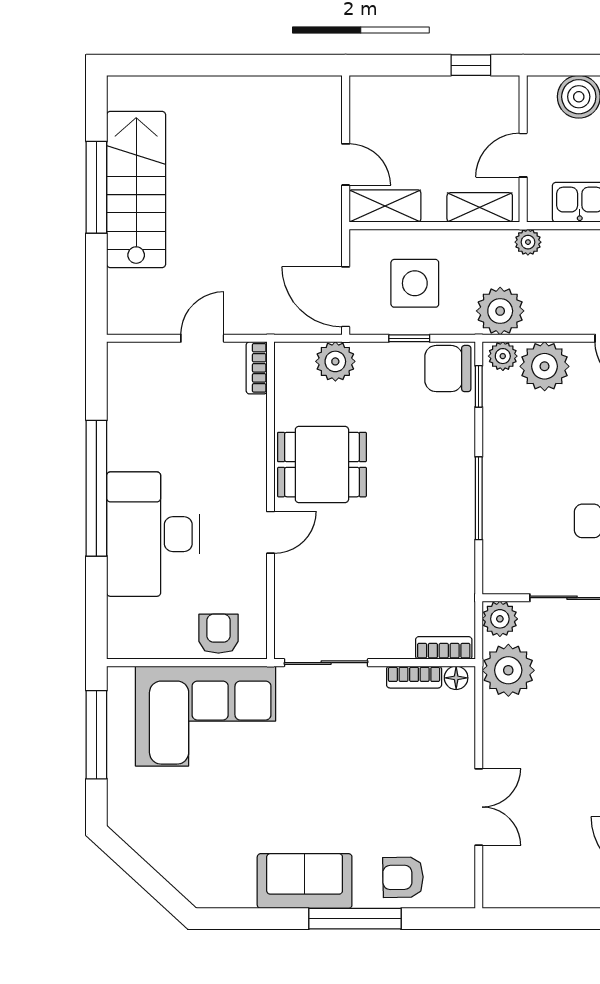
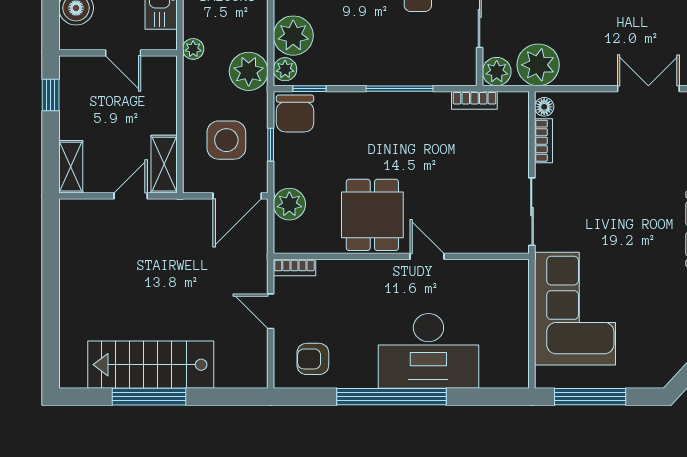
shelving: (480, 207) -> (71, 167), moved
armchair: (218, 634) -> (313, 359), moved
bookcase: (444, 648) -> (474, 100), moved, turned -90

